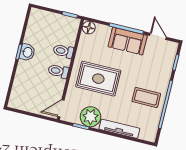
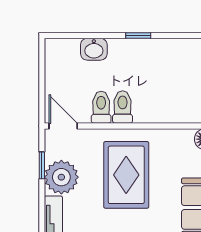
toilet: (63, 51) -> (101, 107), moved
washbasin: (27, 52) -> (94, 49), moved

